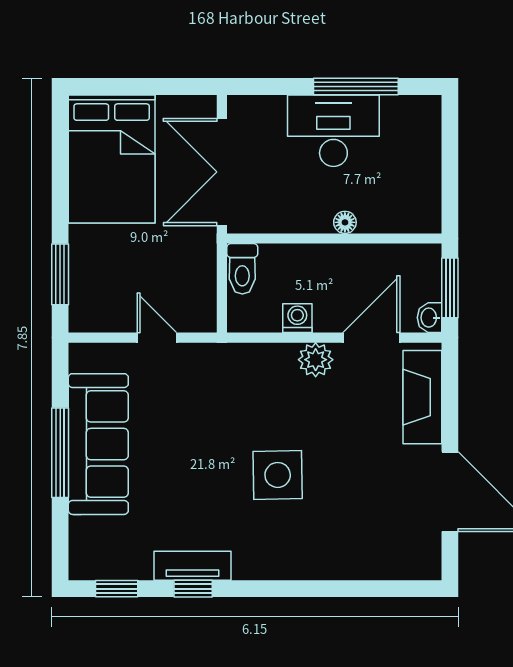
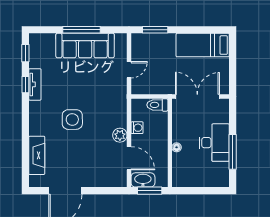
bed: (112, 159) -> (203, 45), width x0.67
washbasin: (429, 318) -> (143, 180), width x1.91, depth x1.45
fireplace: (422, 397) -> (37, 155), moved, turned 90

